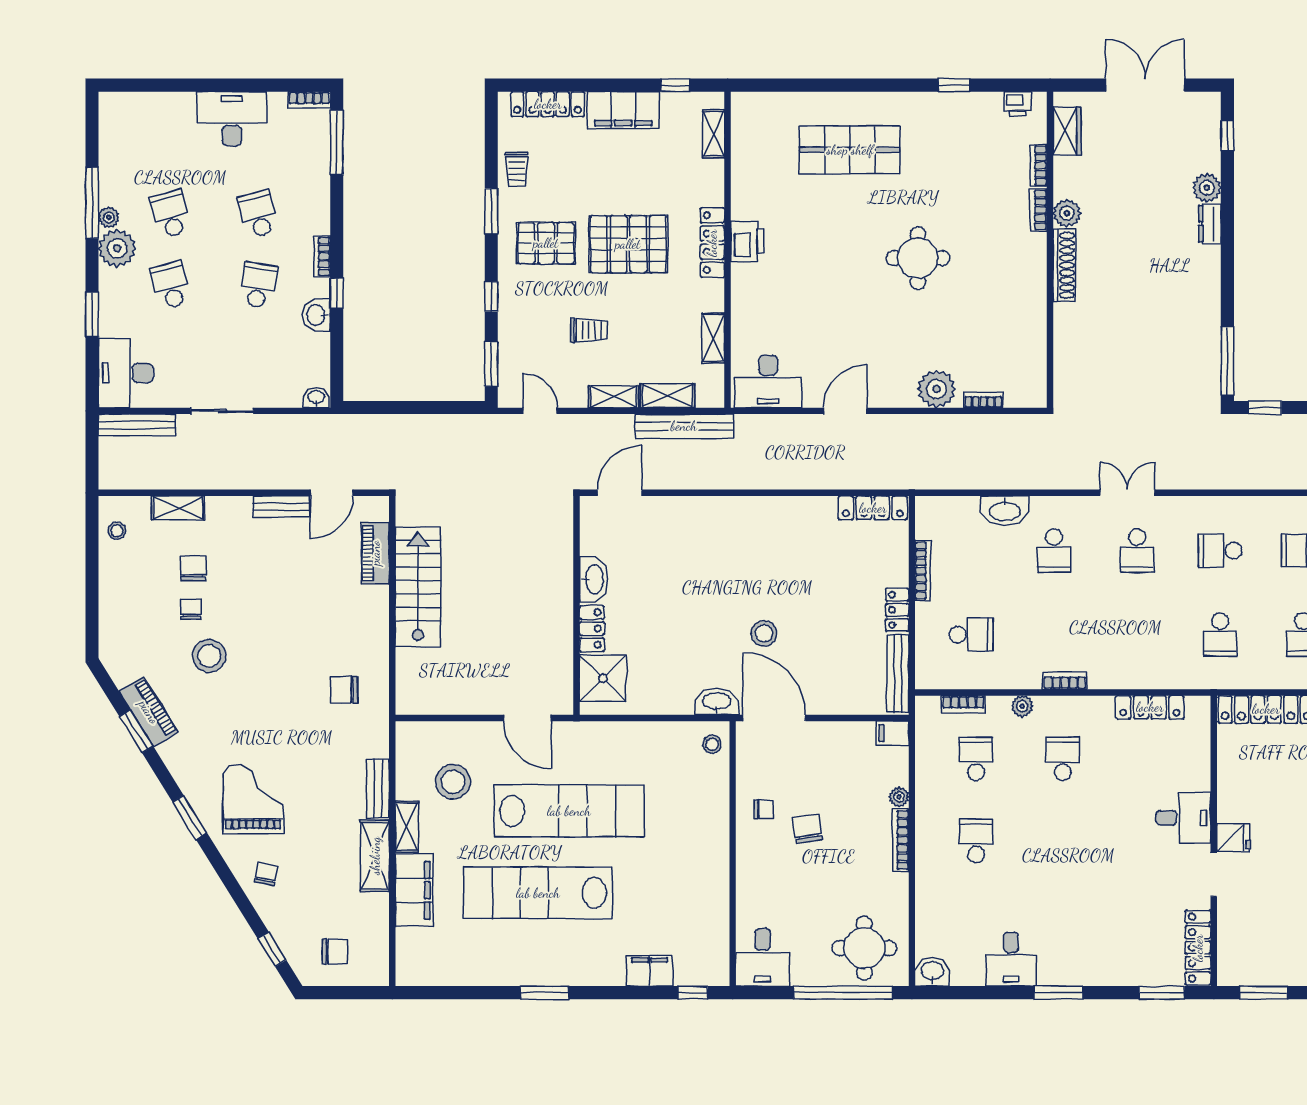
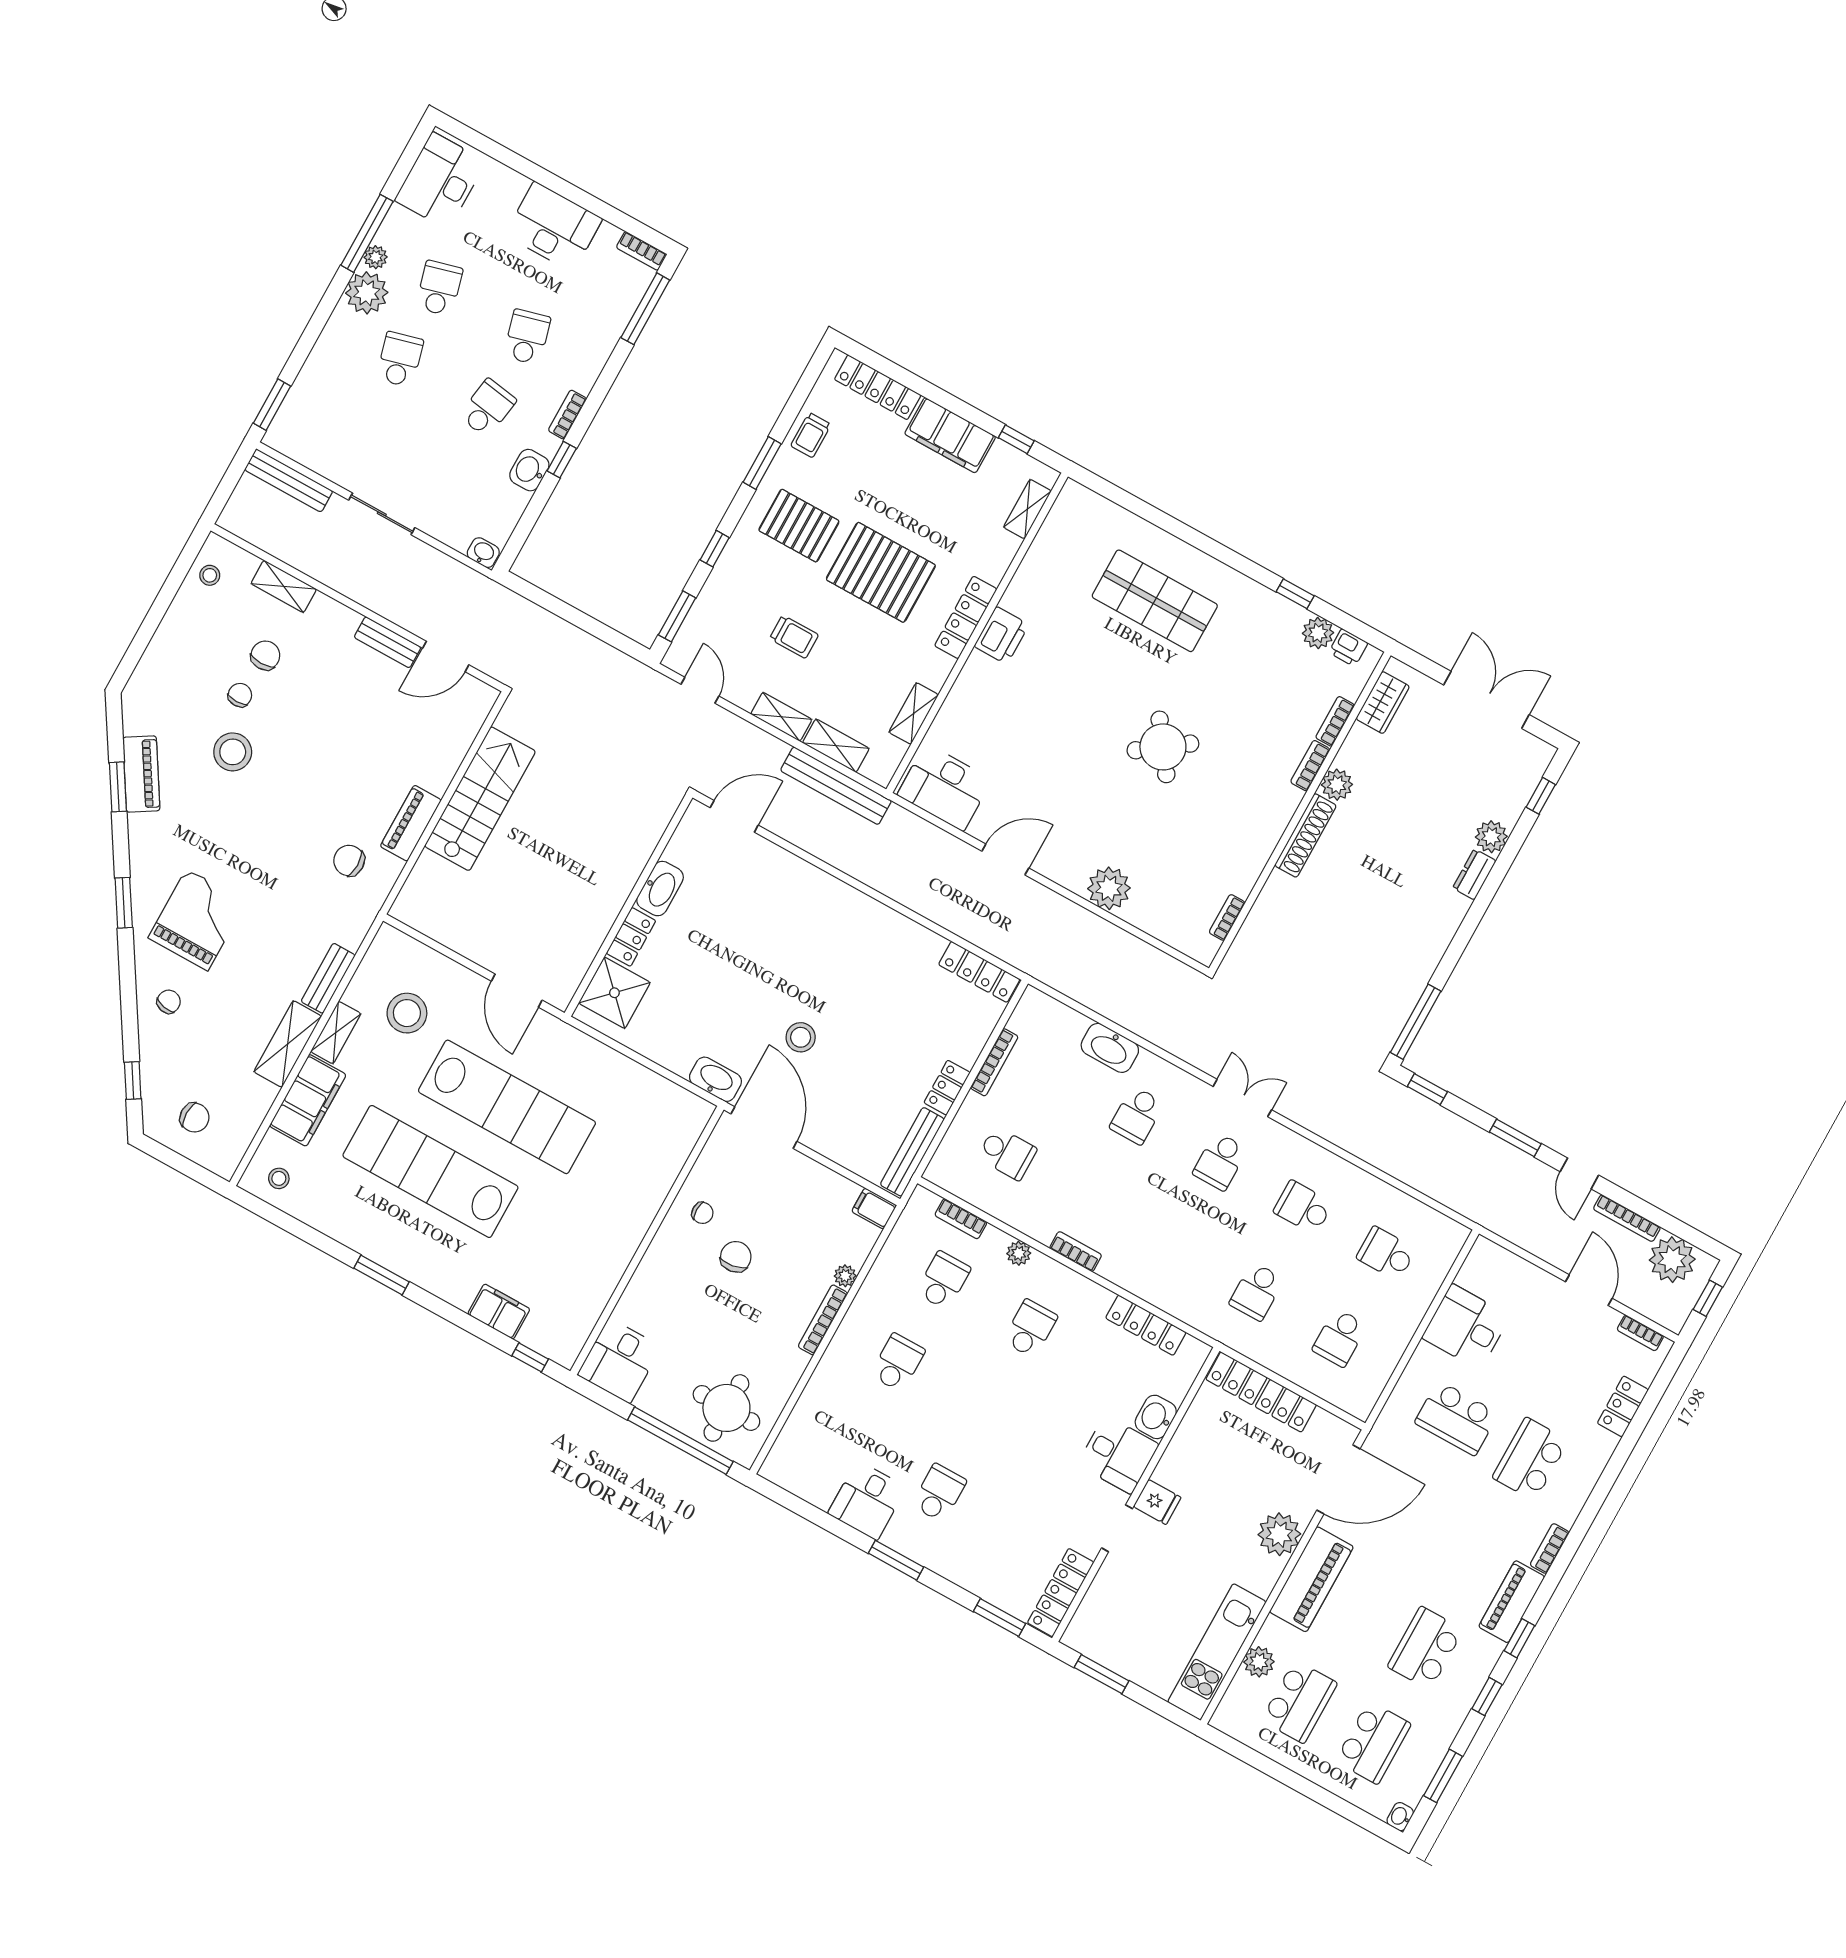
plant: (988, 105) -> (1318, 633), added
round table: (918, 258) -> (1163, 747), turned -36
window: (92, 315) -> (272, 405), moved
desk: (126, 373) -> (440, 181), moved
bookcase: (983, 400) -> (1227, 917), moved, turned -90
piano: (375, 553) -> (411, 823), moved
stool: (712, 744) -> (279, 1178), moved
school desk: (1063, 923) -> (939, 1493), added
washbasin: (932, 972) -> (1156, 1417), moved, turned -90

